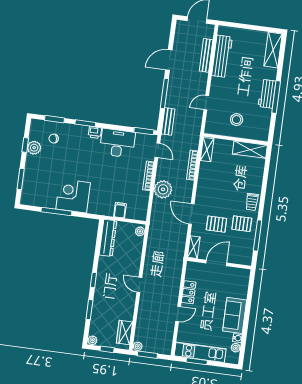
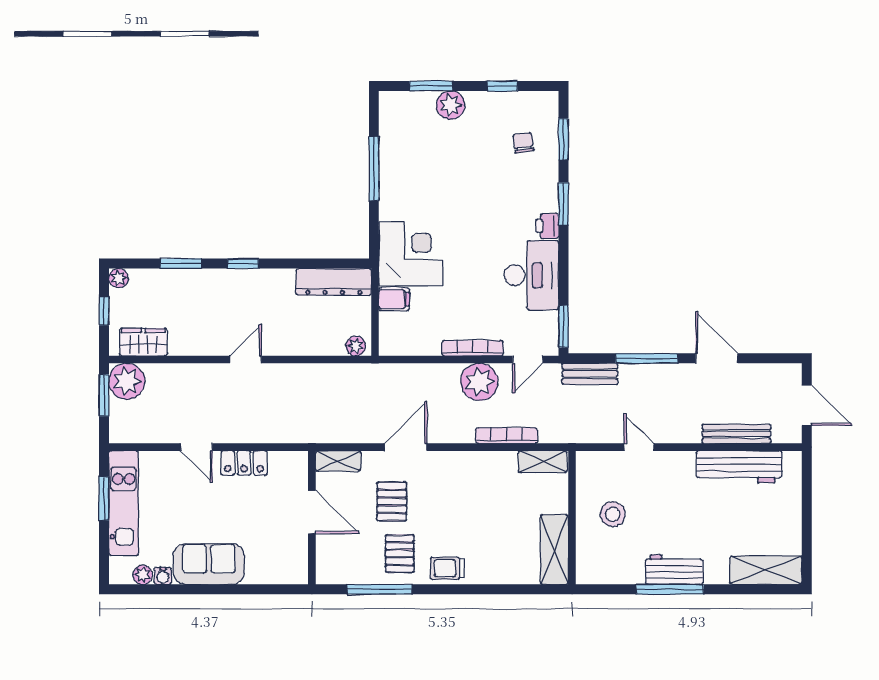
plant: (34, 148) -> (451, 105), moved
plant: (163, 189) -> (479, 382), moved
corner desk: (73, 196) -> (411, 254), moved
plant: (138, 346) -> (127, 381), width x1.88, depth x1.88

